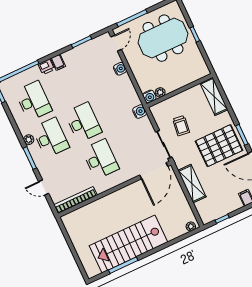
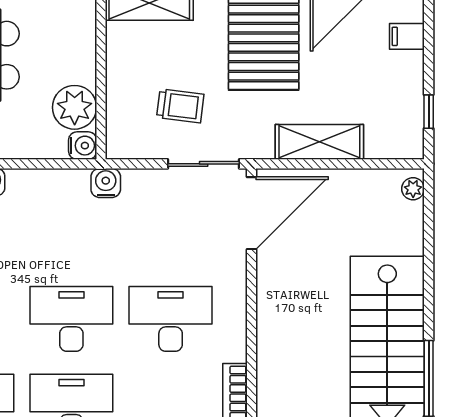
plant: (160, 92) -> (75, 107), width x1.88, depth x1.88
door: (154, 171) -> (252, 213), hinge flipped

